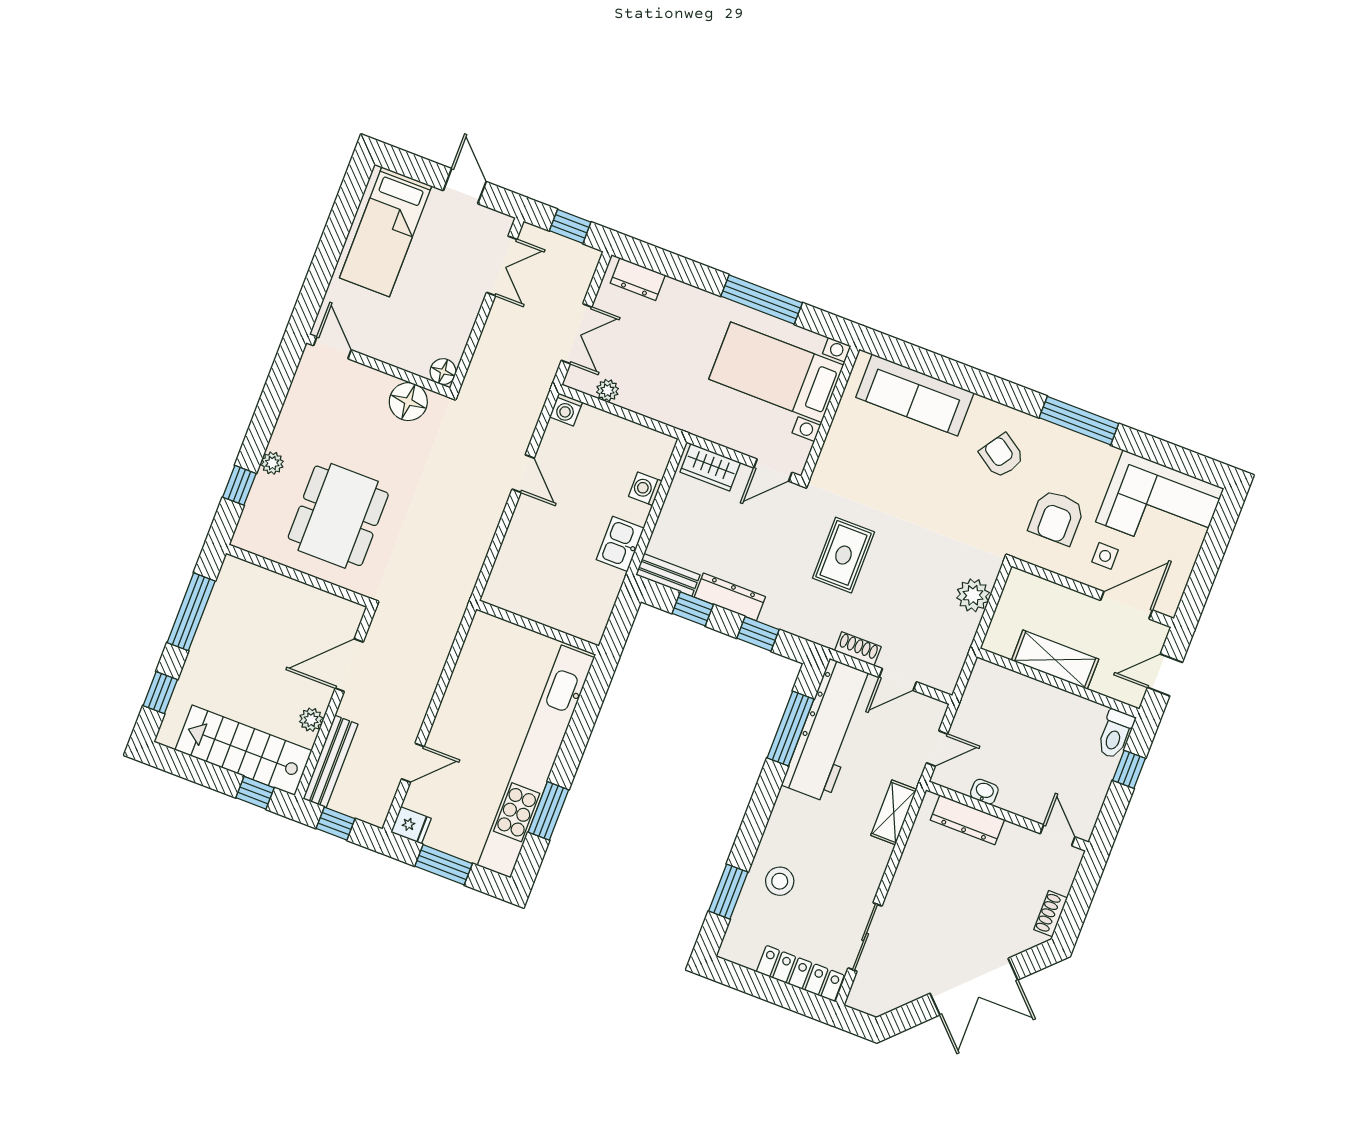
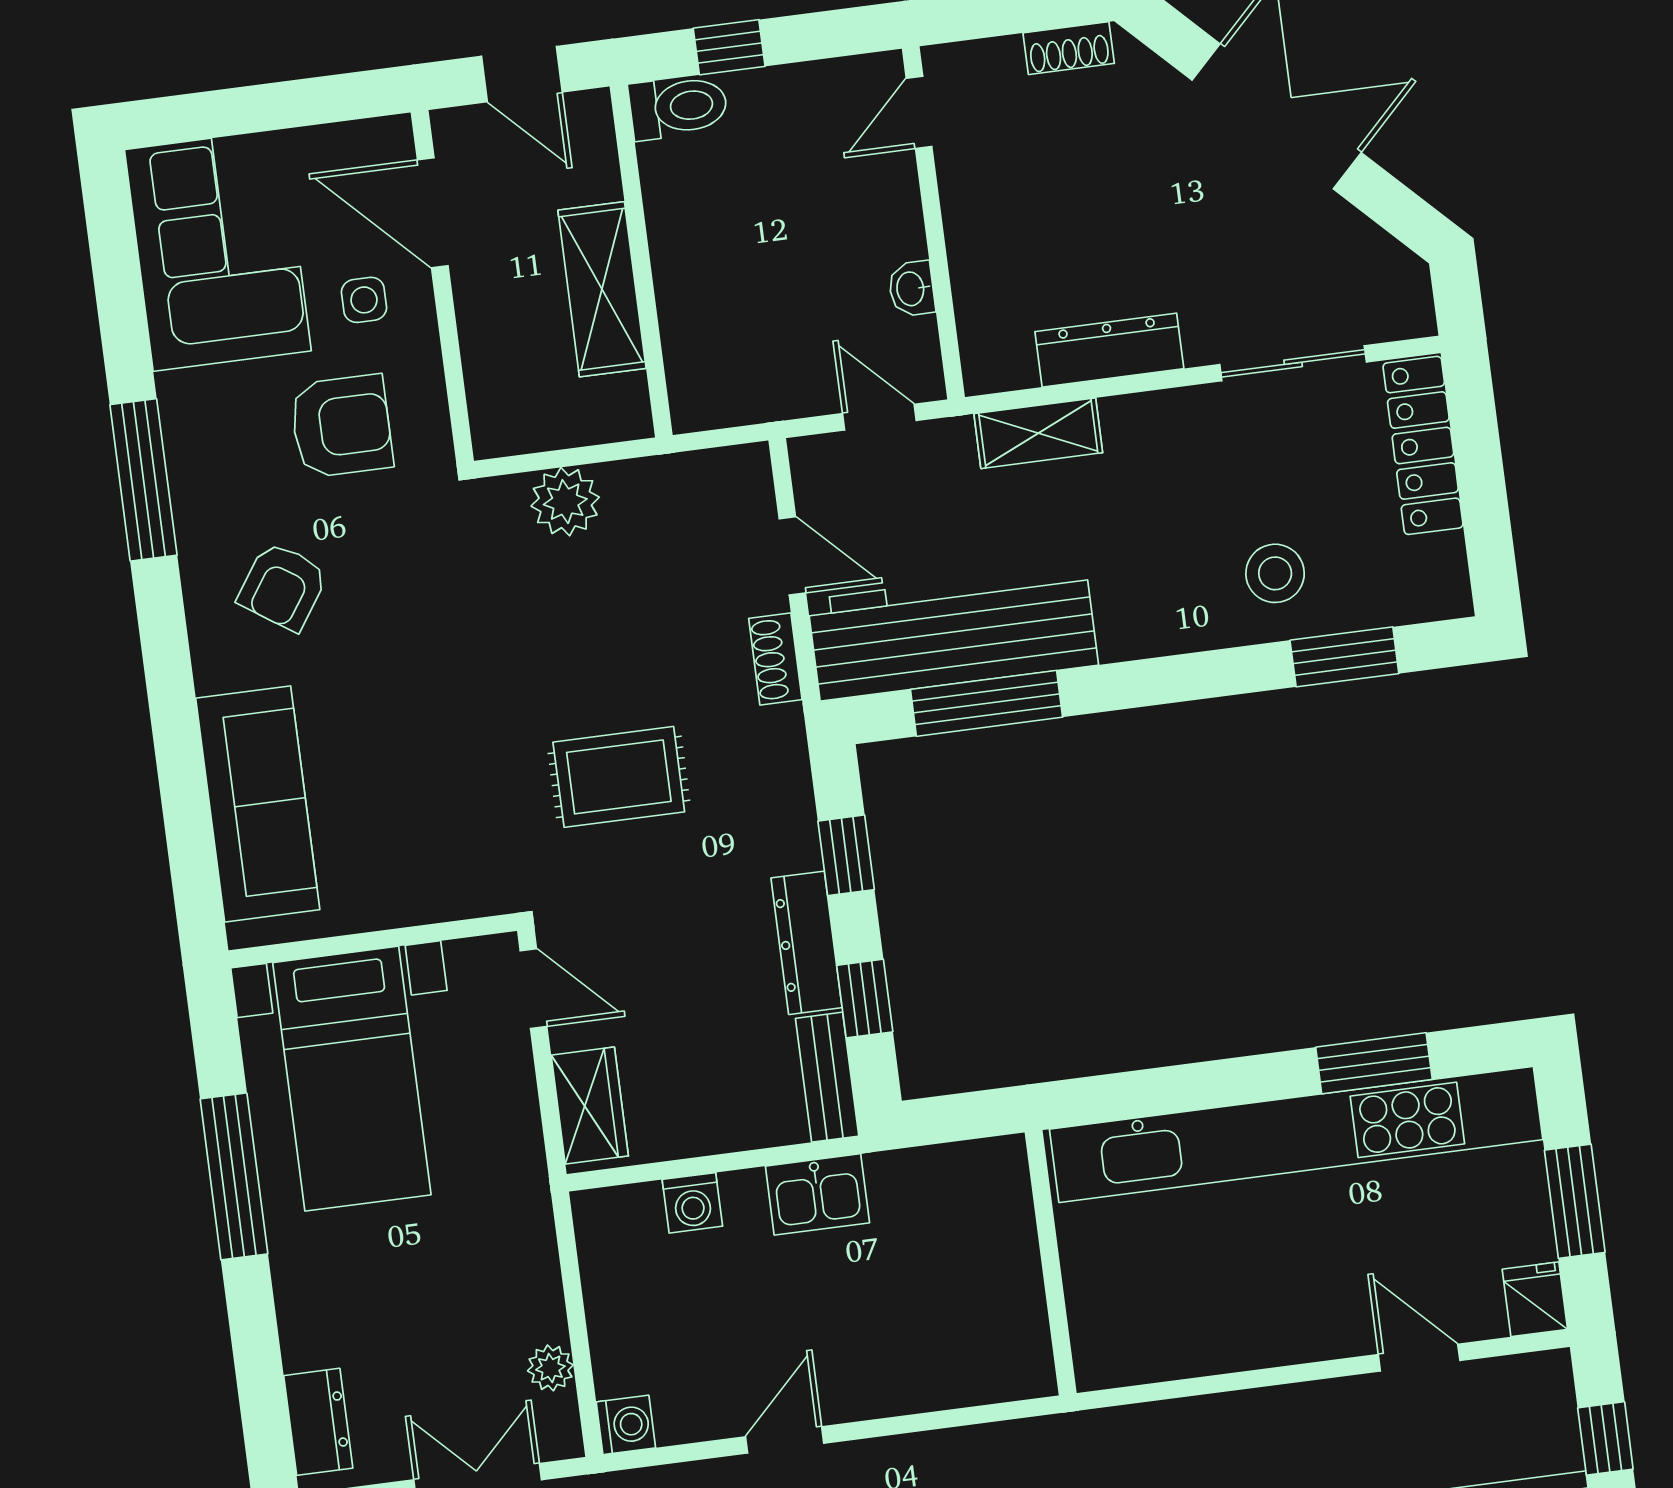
dresser: (967, 820) -> (1109, 350), moved, turned -90

